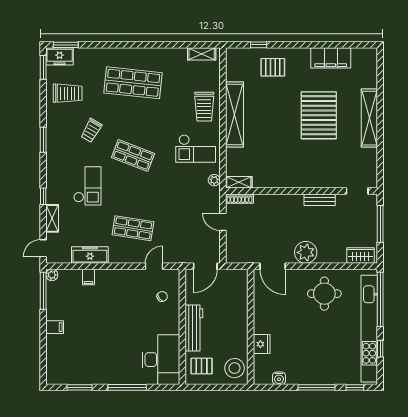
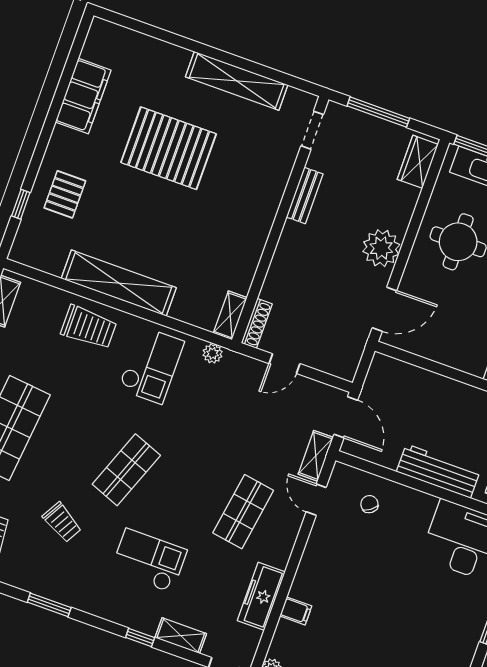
shelving: (369, 118) -> (237, 81), moved
shelving: (178, 257) -> (316, 456), added

